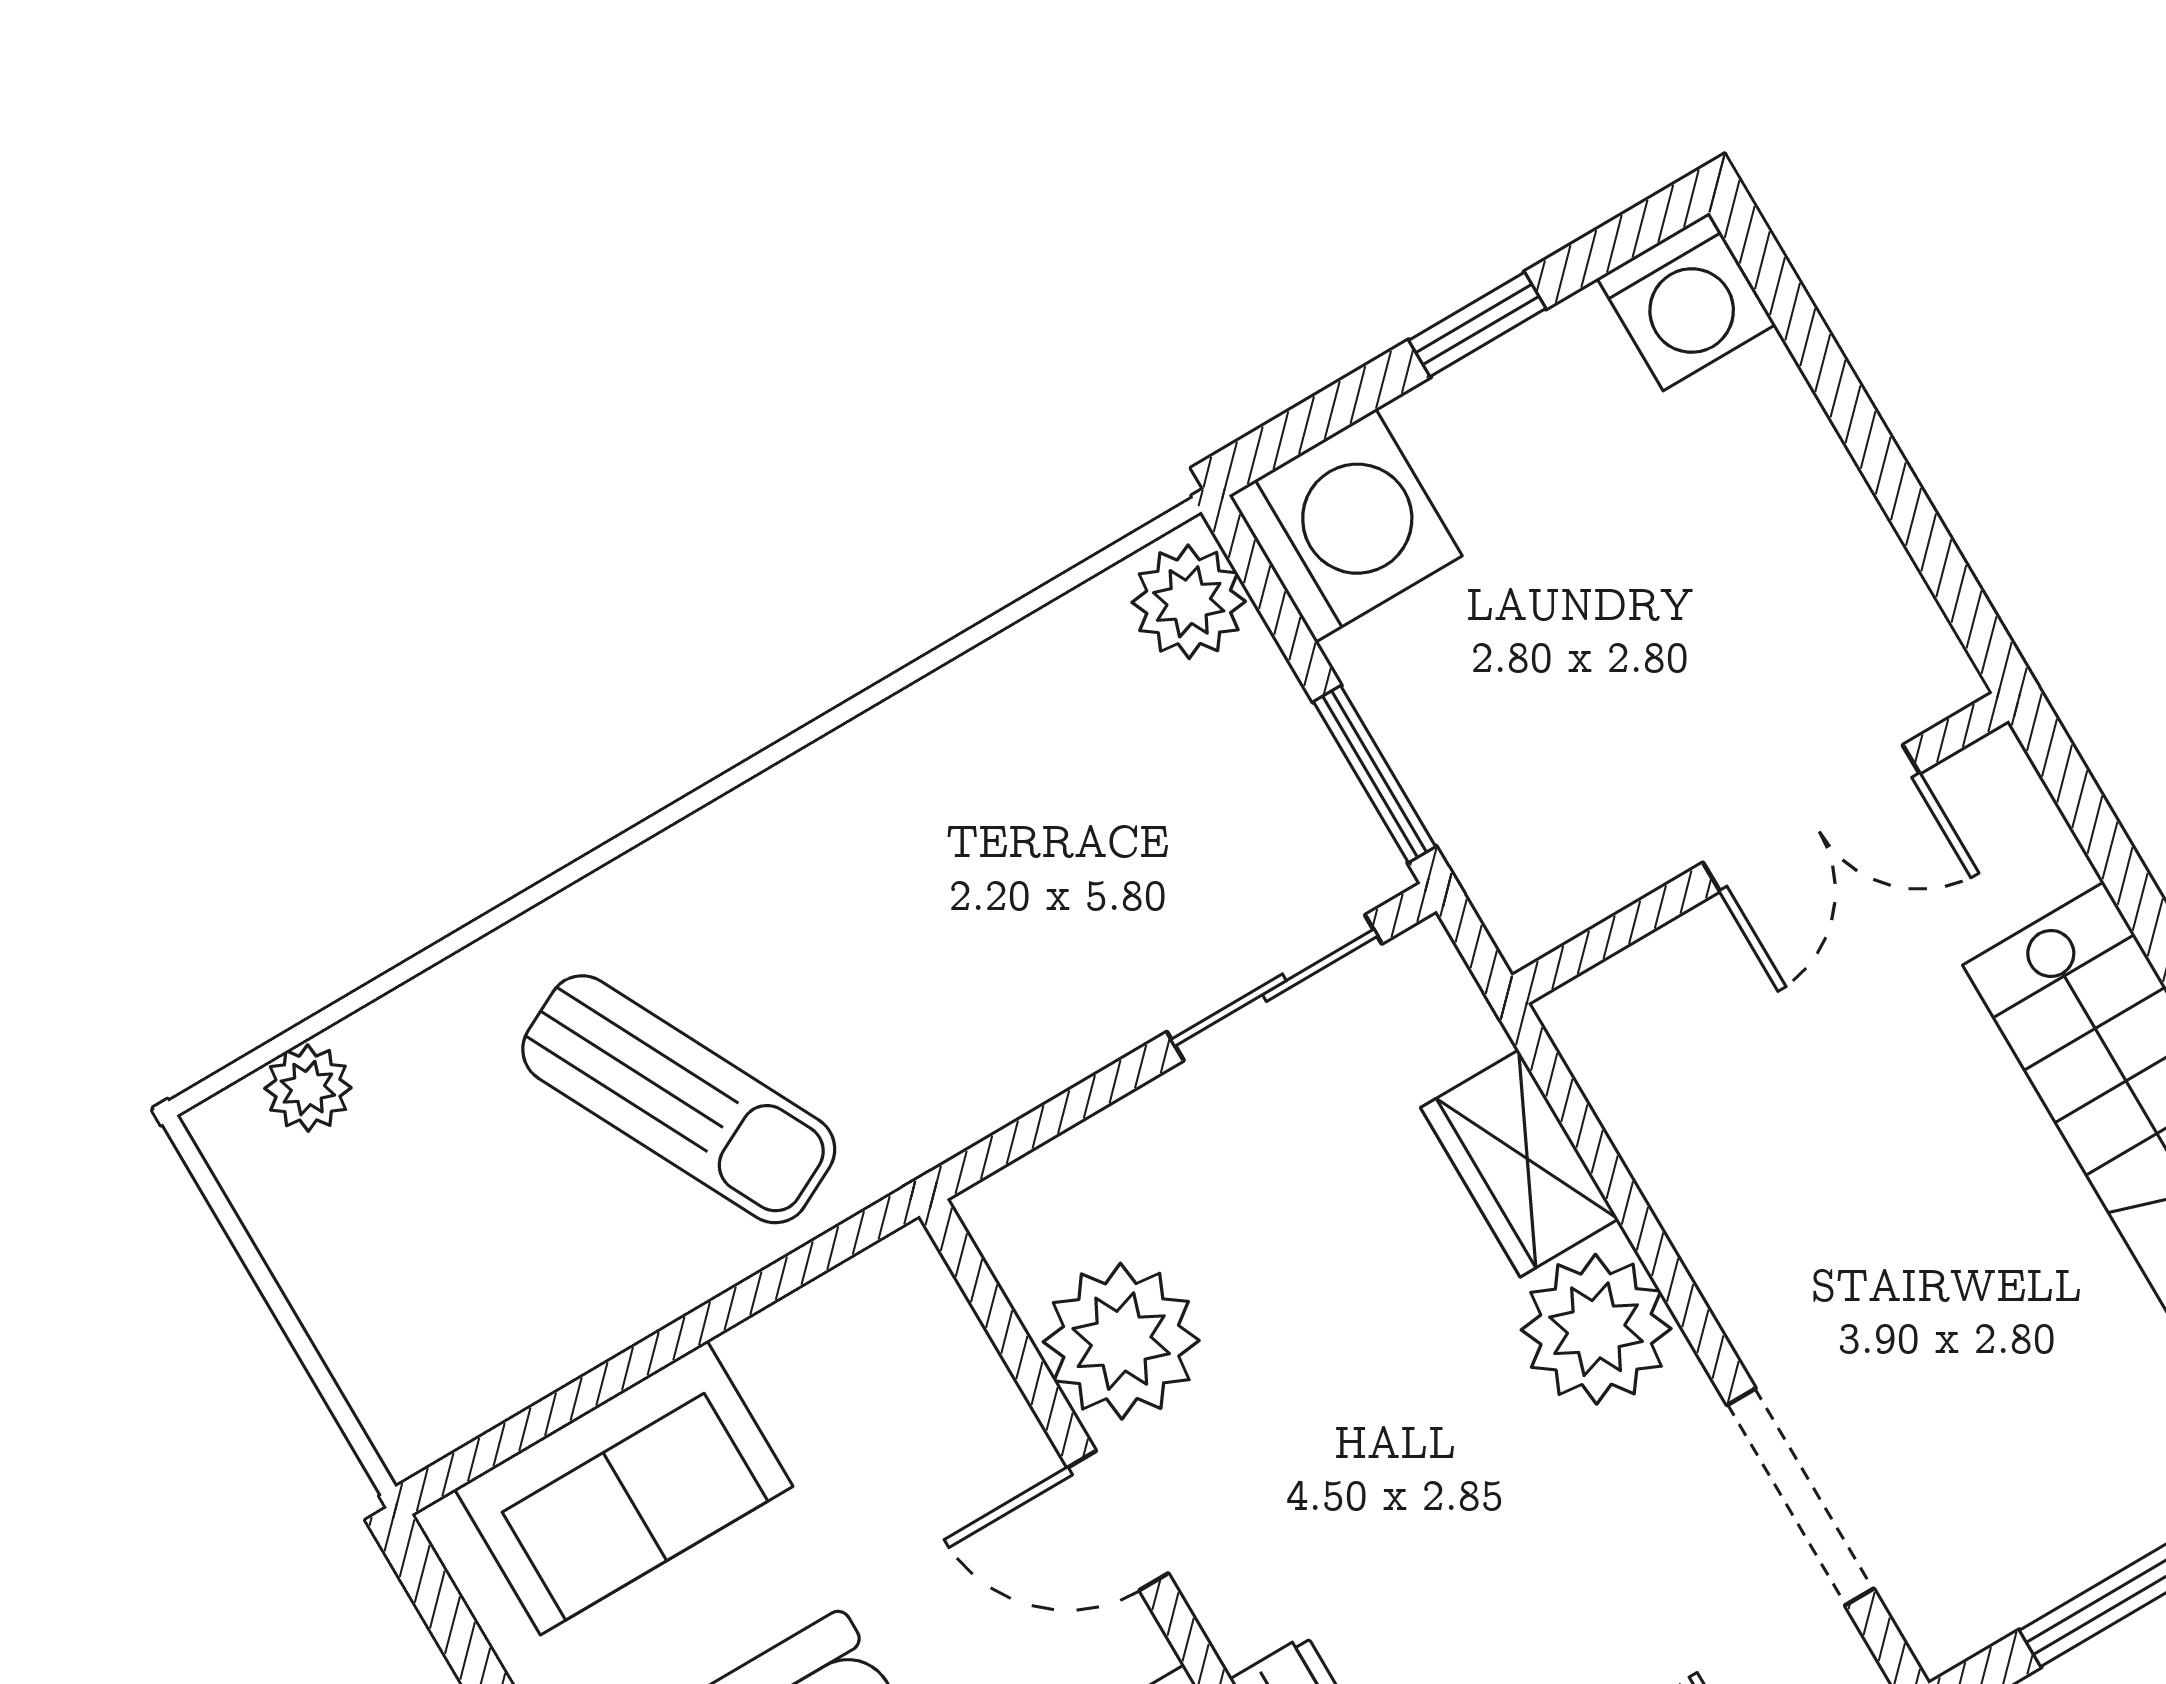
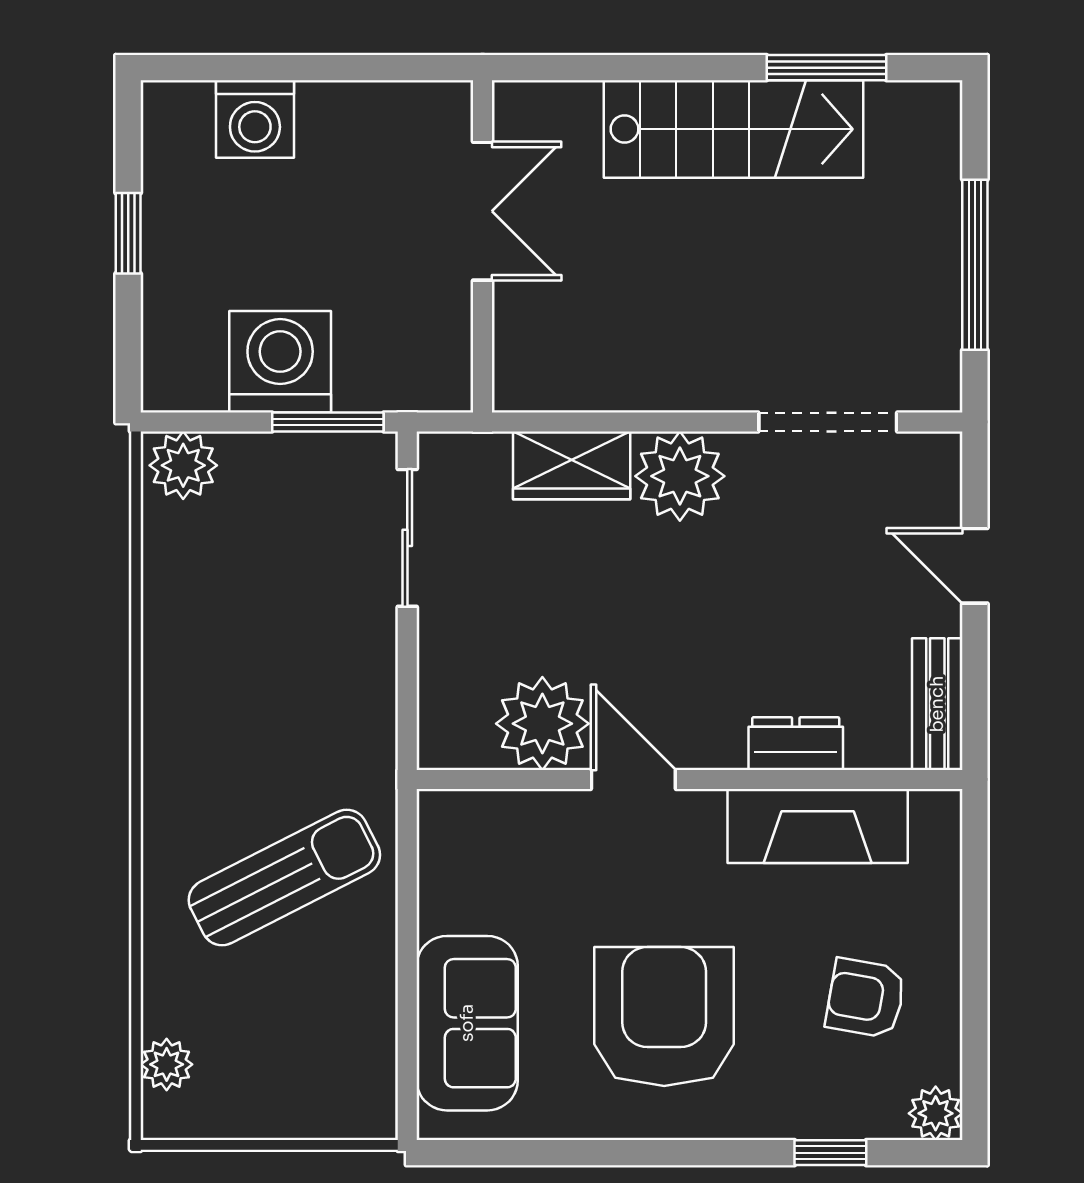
washing machine: (1686, 302) -> (255, 119), moved, turned 90
washing machine: (1346, 526) -> (280, 362), moved
door: (1118, 1521) -> (633, 779), swing flipped

